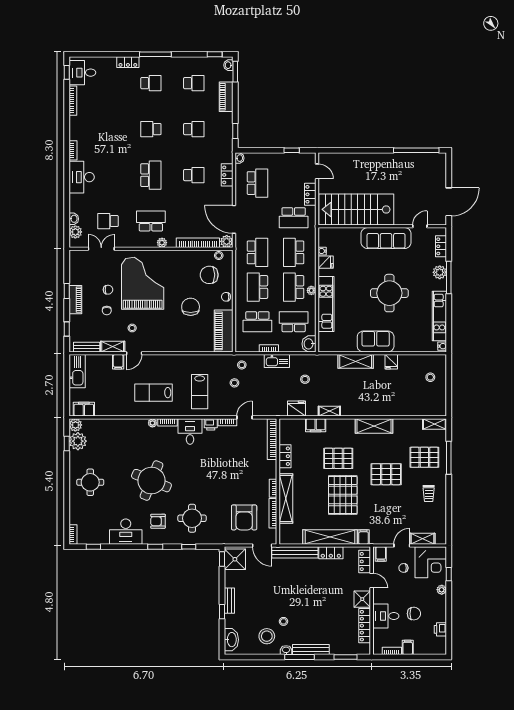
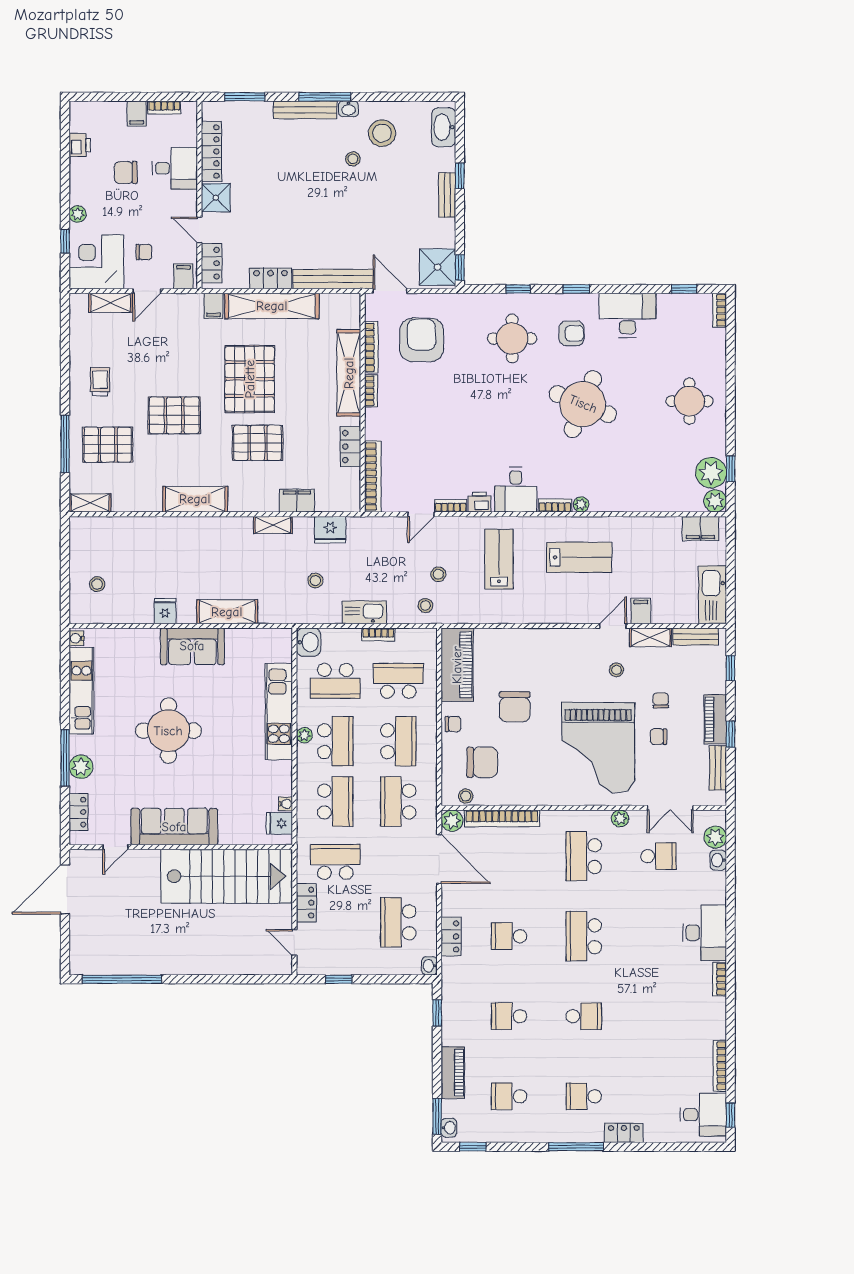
school desk: (151, 221) -> (584, 856), turned 90
plant: (162, 243) -> (620, 818), moved
fridge: (326, 262) -> (279, 823), moved
bench: (74, 272) -> (718, 768), added

